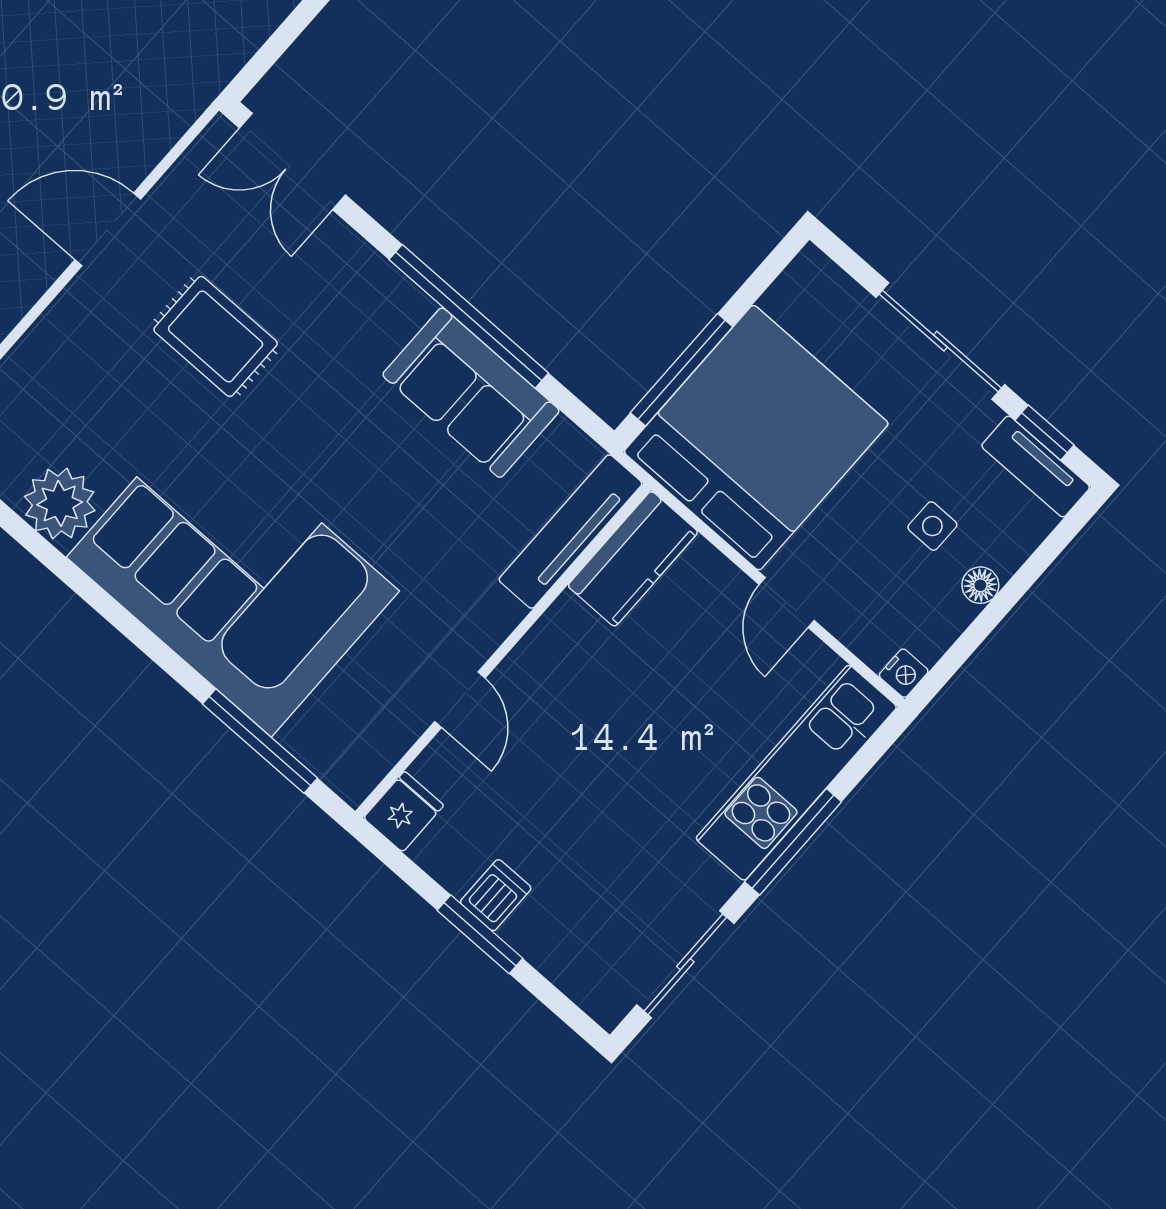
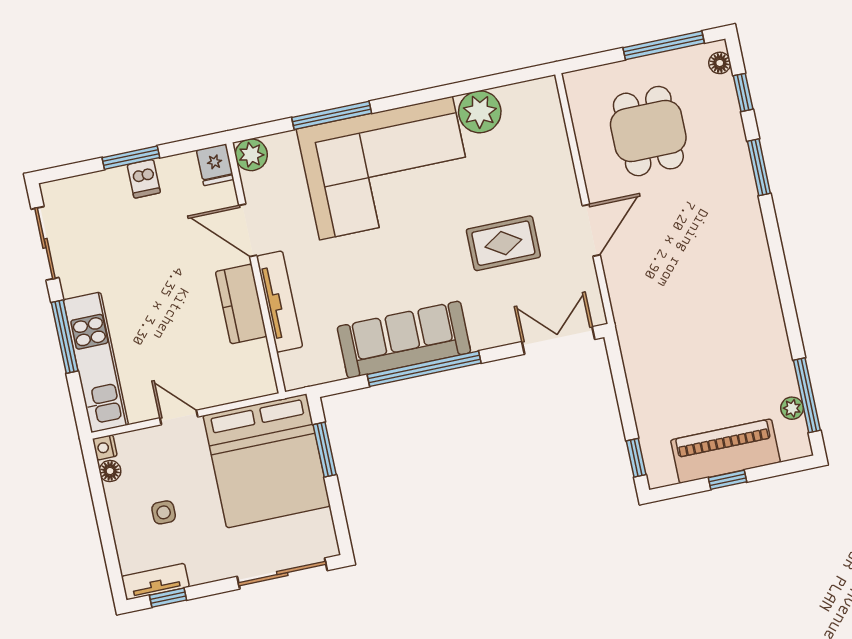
sliding door: (940, 341) -> (282, 574), moved
window: (681, 370) -> (325, 450), width x0.69
sofa: (471, 393) -> (404, 340), width x1.36
tv unit: (570, 532) -> (279, 302), moved
kitchen counter: (633, 559) -> (241, 304), moved
floor lamp: (980, 585) -> (110, 471), moved
door: (460, 700) -> (248, 230), width x1.38
window: (260, 741) -> (332, 115), moved
plant: (353, 772) -> (251, 155), added

